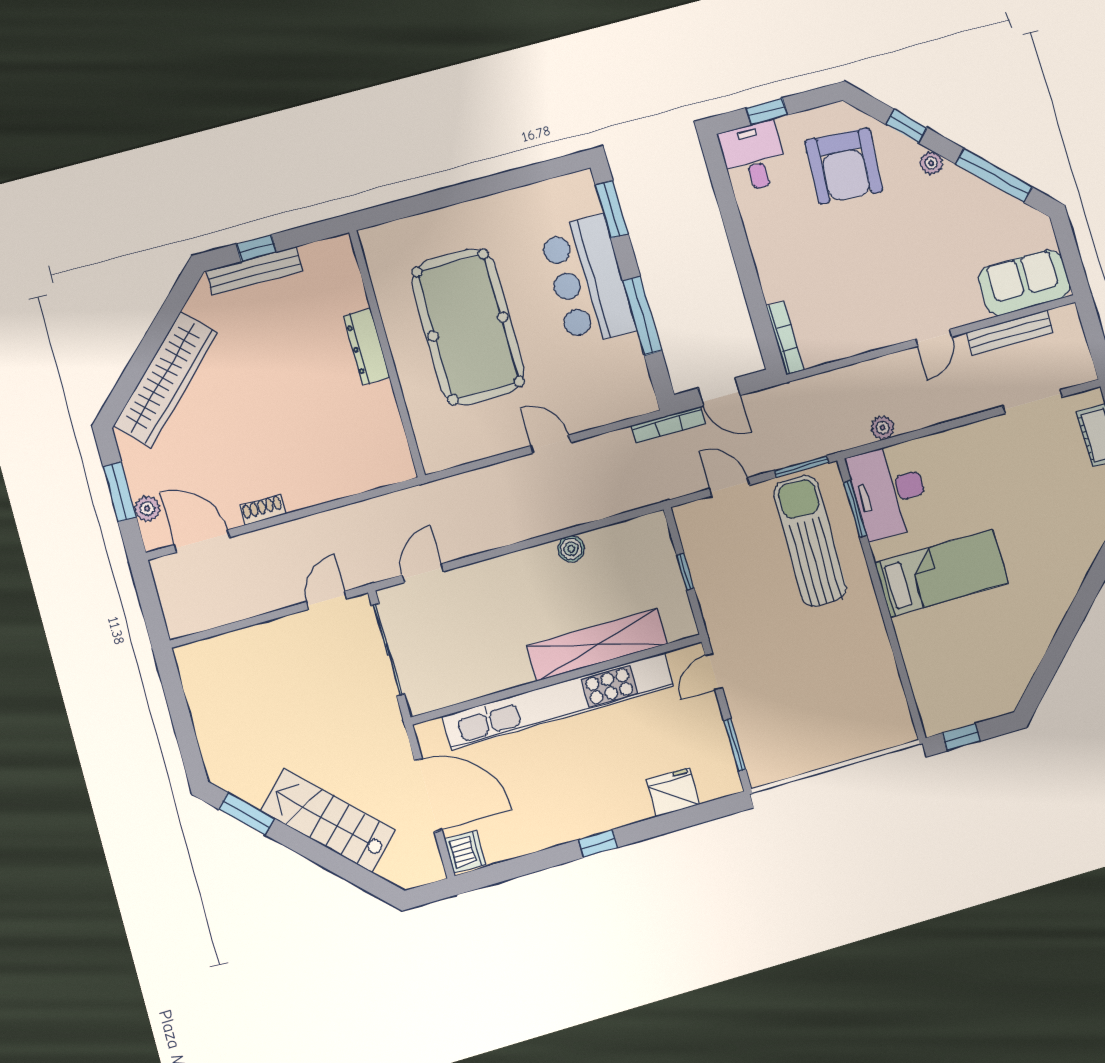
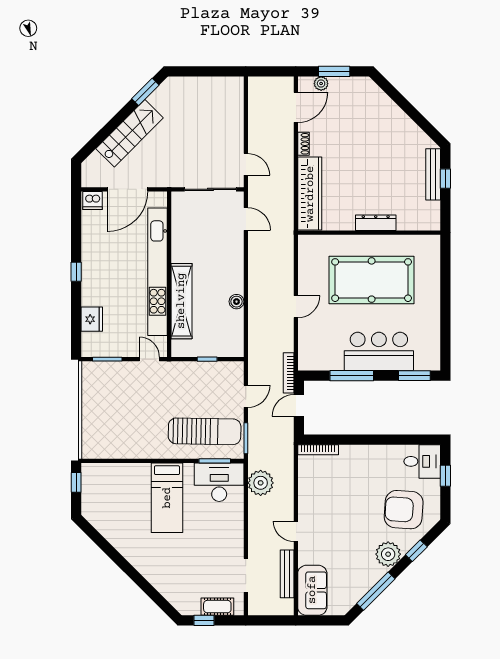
plant: (931, 163) -> (388, 554), width x1.88, depth x1.88
wardrobe: (166, 379) -> (310, 194), moved, turned -135
plant: (883, 428) -> (261, 483), width x1.88, depth x1.88

